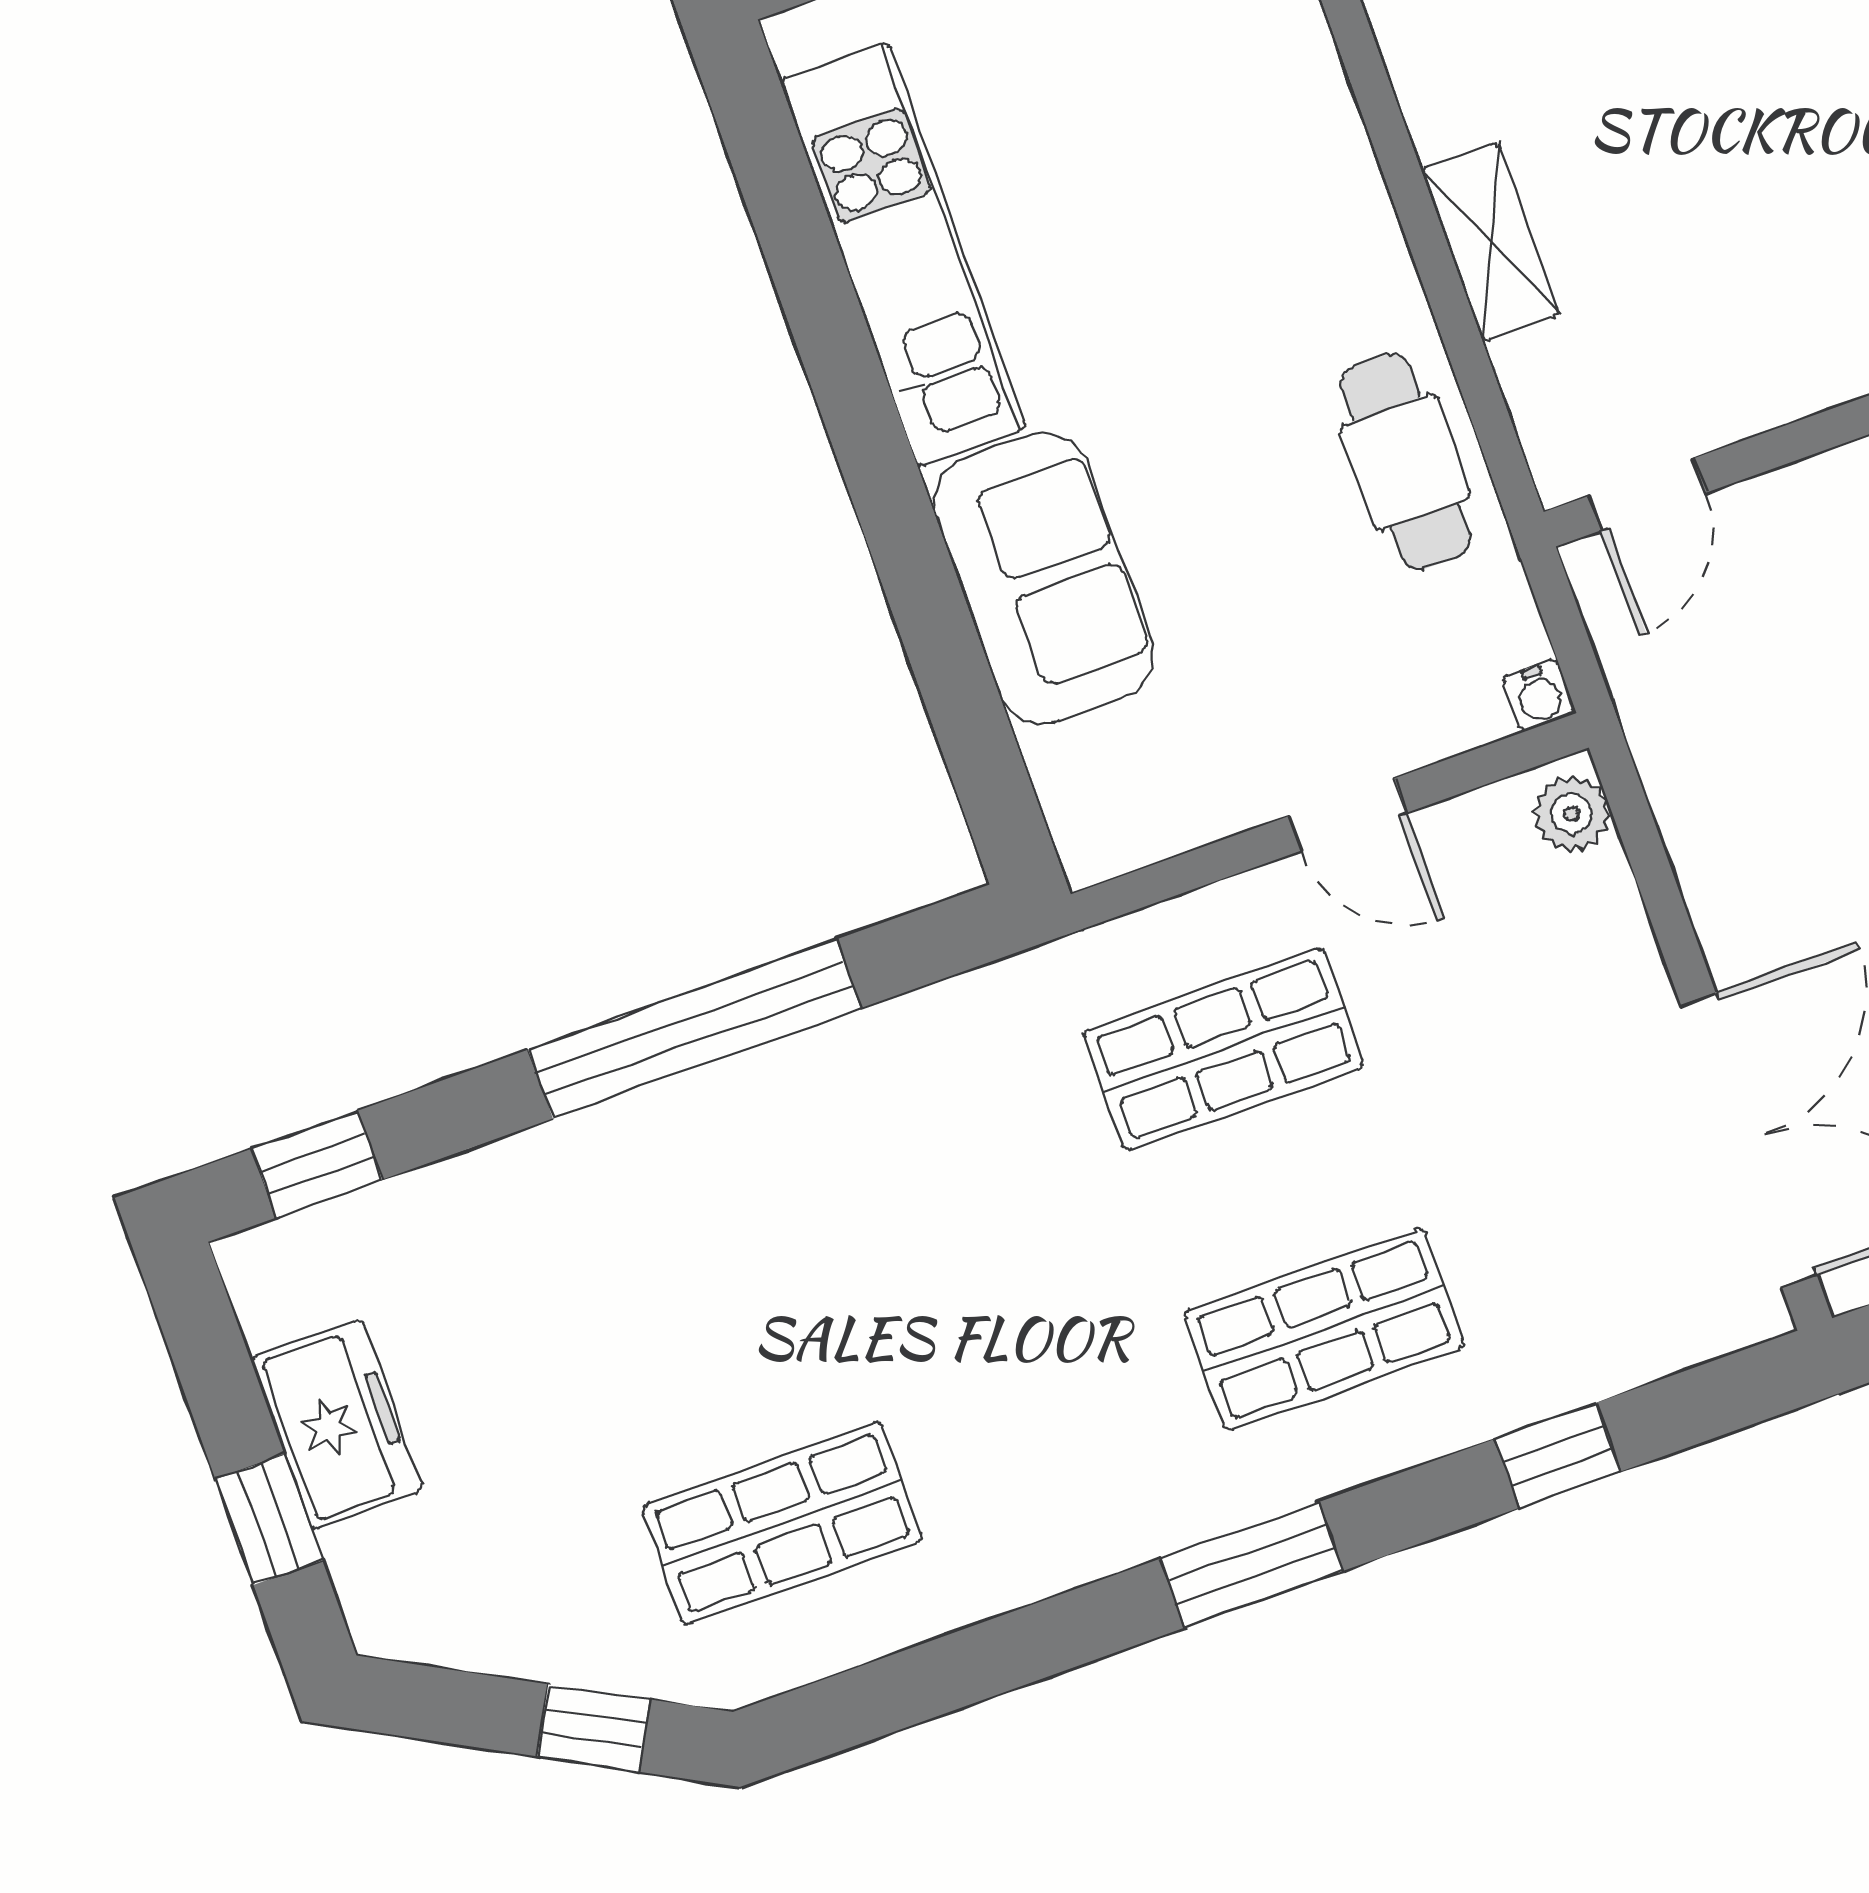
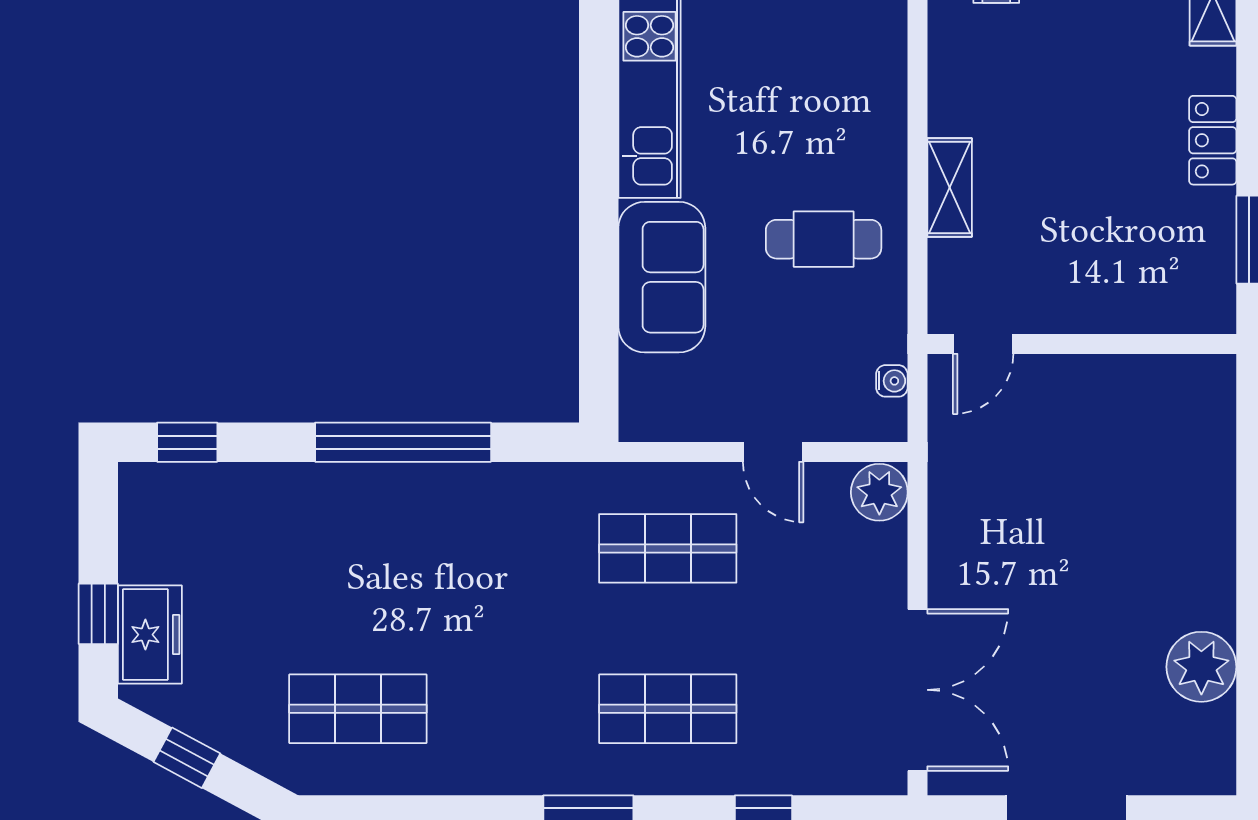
cafe table: (1406, 462) -> (824, 239), moved, turned 90
water cooler: (1539, 695) -> (892, 381), moved, turned -90
plant: (1572, 814) -> (879, 492), width x1.38, depth x1.38
freezer: (337, 1425) -> (150, 635), moved
window: (594, 1728) -> (187, 758), moved

